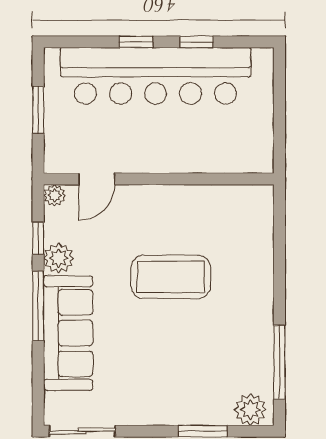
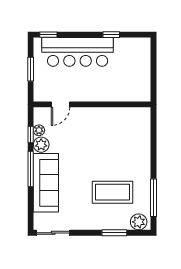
window: (136, 42) -> (48, 35), moved
bar counter: (156, 76) -> (78, 52), width x0.73
plant: (55, 195) -> (39, 130), moved
coffee table: (171, 277) -> (113, 192), moved

